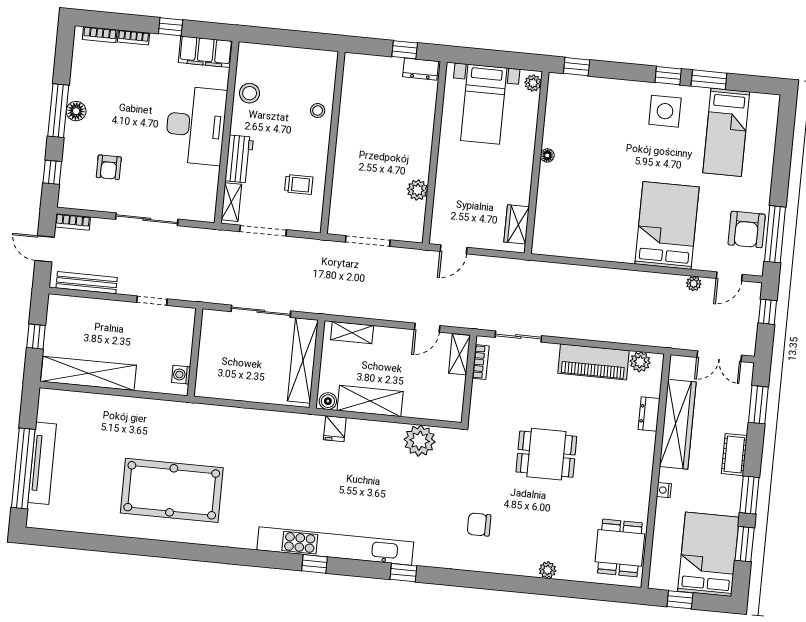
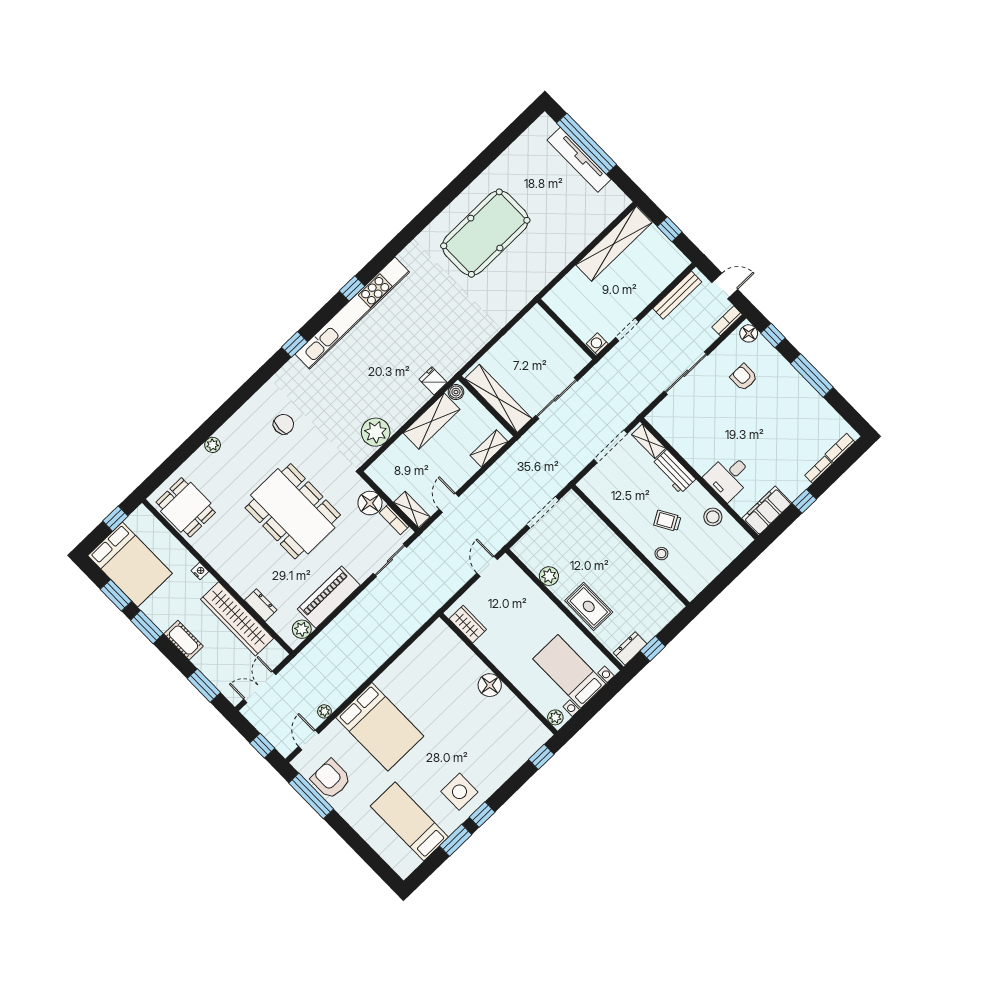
floor lamp: (76, 111) -> (749, 333), moved
desk: (196, 125) -> (729, 477), width x0.53, depth x0.77
rug: (415, 134) -> (589, 606), added
floor lamp: (547, 155) -> (490, 685), width x1.89, depth x1.89
trolley: (299, 184) -> (667, 521), moved, turned 60
washing machine: (181, 375) -> (597, 344), moved, turned -90
floor lamp: (484, 394) -> (370, 503), added
dining table: (546, 454) -> (293, 511), width x1.88, depth x1.24

